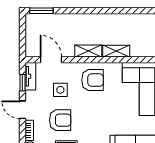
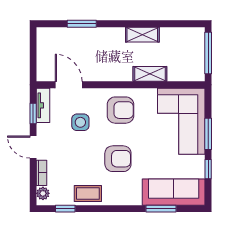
window: (41, 11) -> (82, 24), moved
shelving: (88, 51) -> (142, 35), moved
armchair: (60, 120) -> (118, 159), moved

